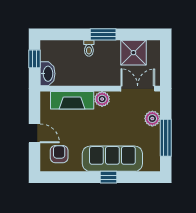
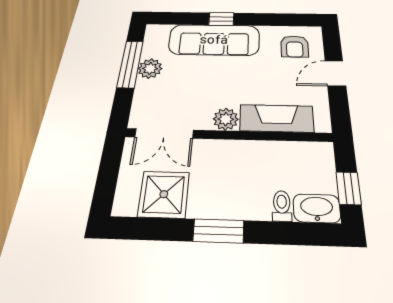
toilet: (89, 48) -> (282, 206), moved
washbasin: (48, 74) -> (317, 208), moved, turned 90
plant: (152, 119) -> (150, 69), moved
door: (34, 133) -> (335, 73), hinge flipped

